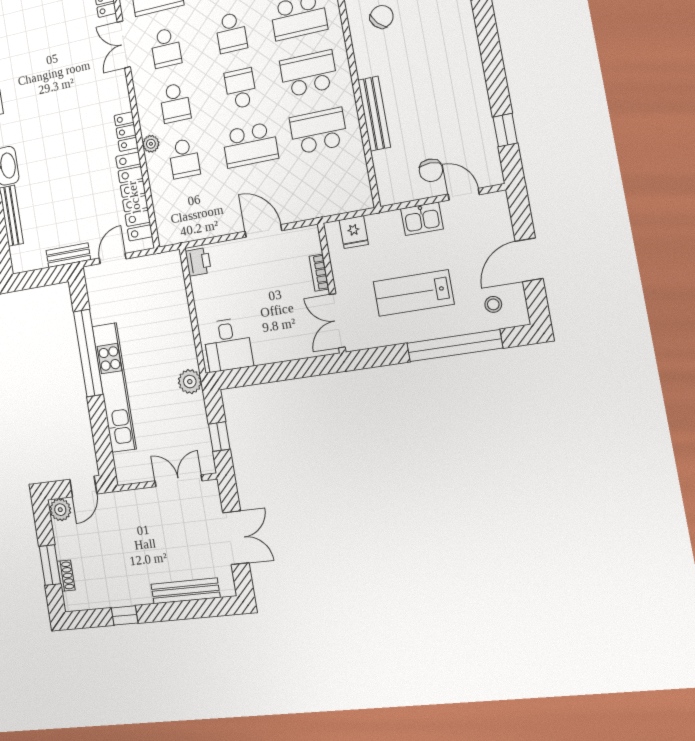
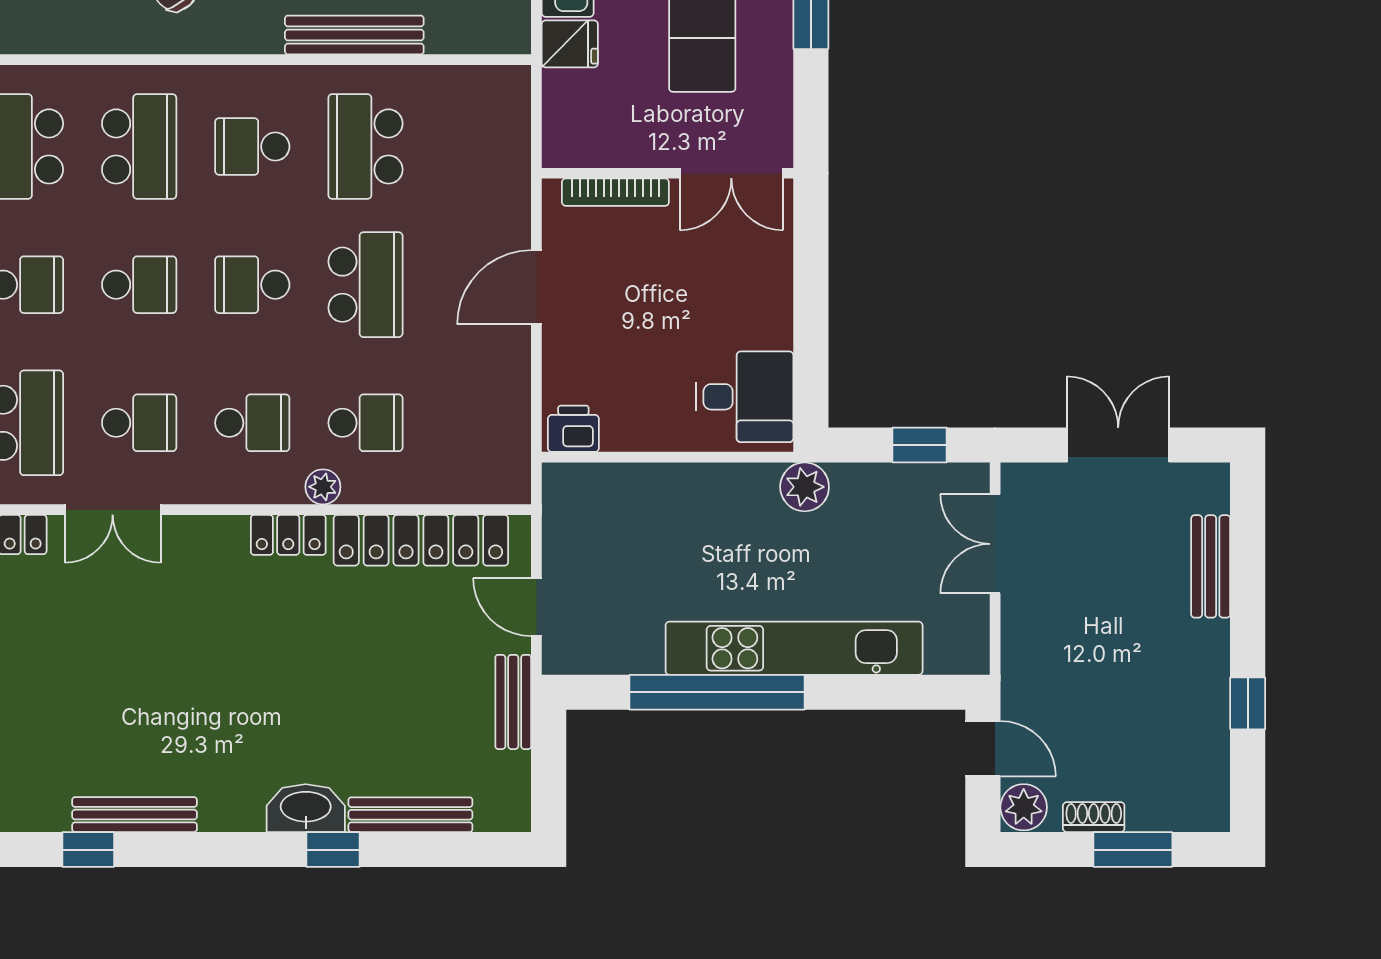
school desk: (308, 74) -> (252, 146), width x0.54
fridge: (354, 232) -> (570, 44), moved
bookcase: (319, 273) -> (615, 192), width x1.56
shoe rack: (66, 576) -> (1094, 817), moved
bench: (185, 591) -> (1211, 566), width x0.73

